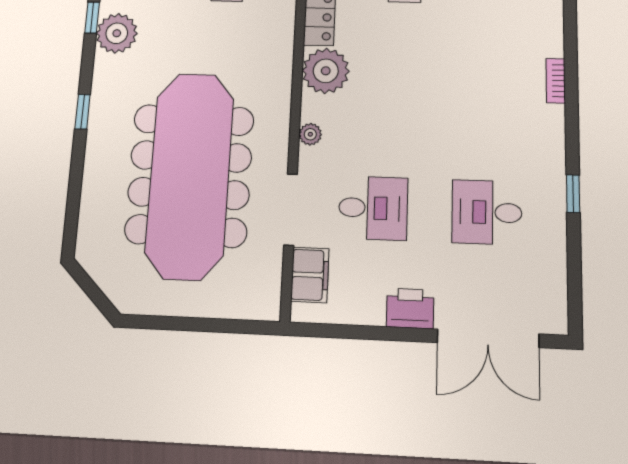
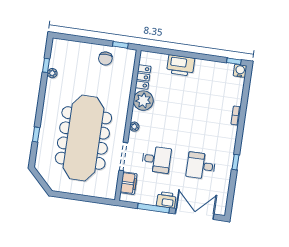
plant: (117, 33) -> (52, 73), width x0.53, depth x0.53
window: (83, 112) -> (36, 135), moved
window: (380, 333) -> (154, 208), added
double door: (488, 338) -> (195, 214), swing flipped

